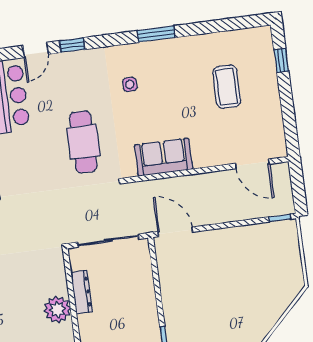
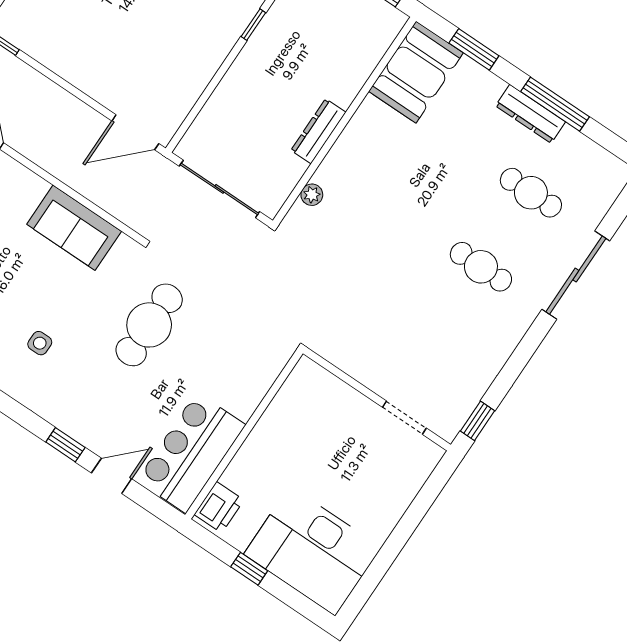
door: (175, 232) -> (135, 132), hinge flipped
dresser: (82, 292) -> (318, 131), moved
plant: (57, 309) -> (312, 195), moved, width x0.53, depth x0.53

